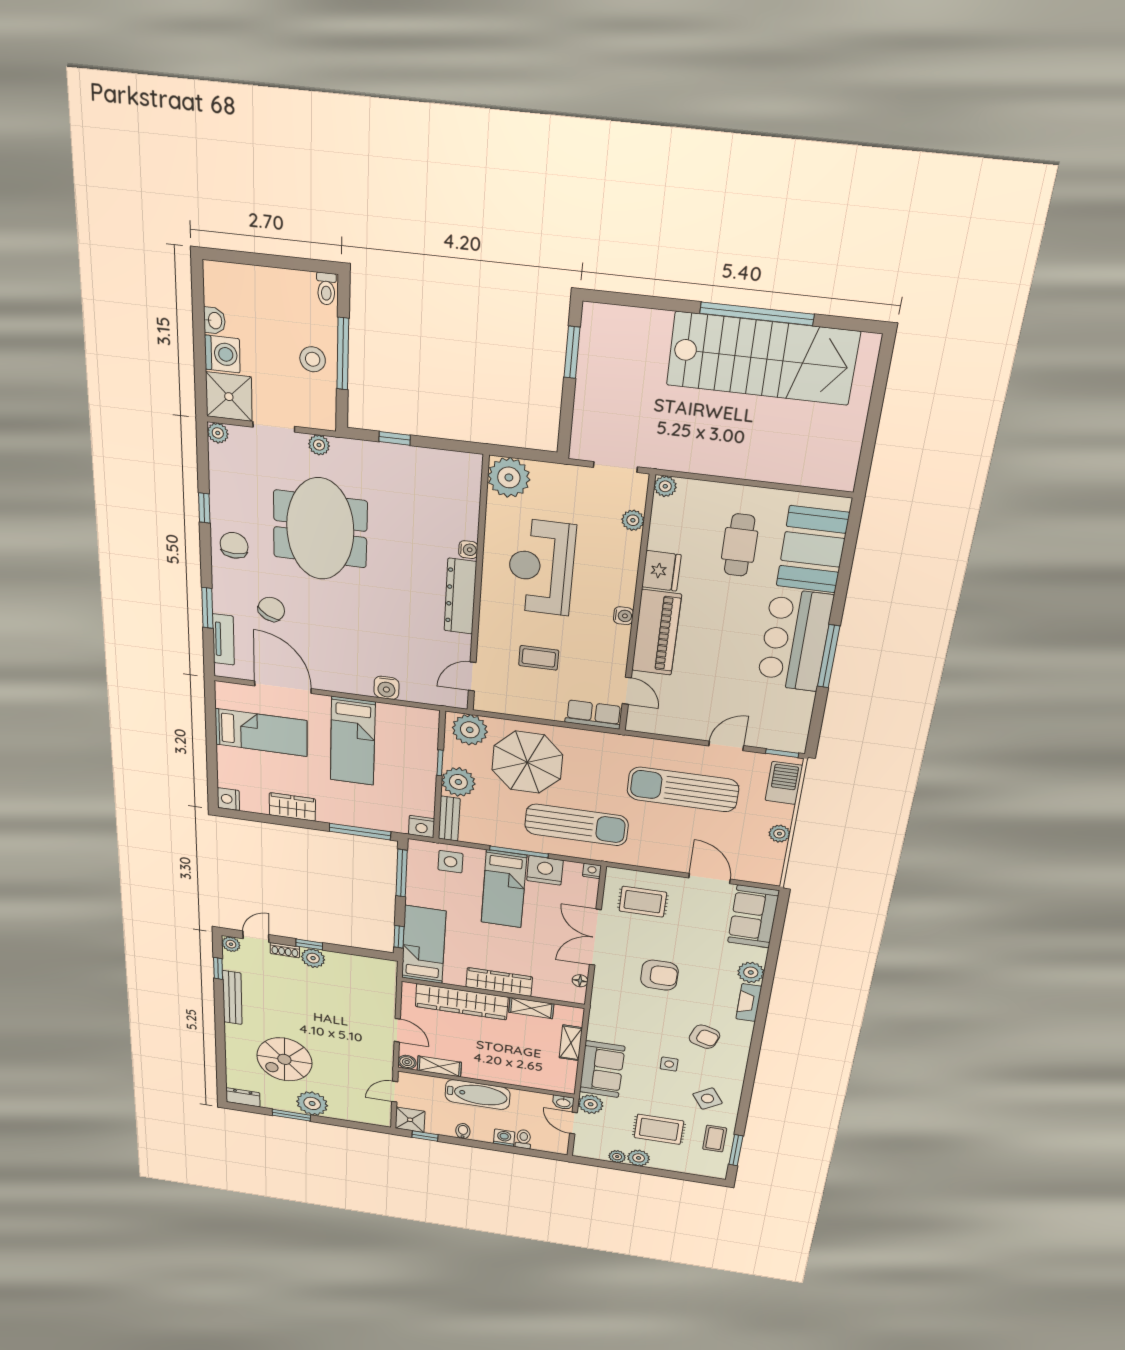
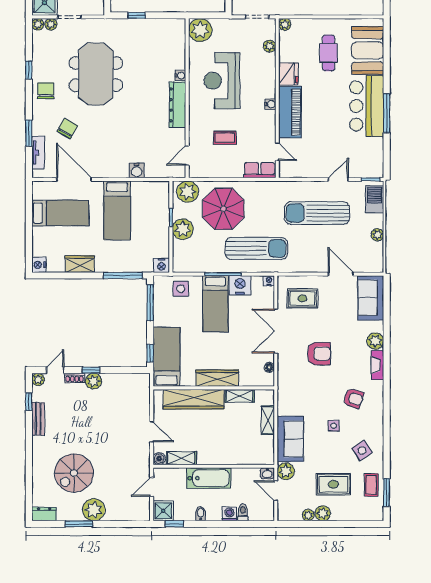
plant: (319, 445) -> (51, 24), moved
bench: (449, 819) -> (178, 257), removed
bench: (232, 998) -> (38, 419), width x0.73

